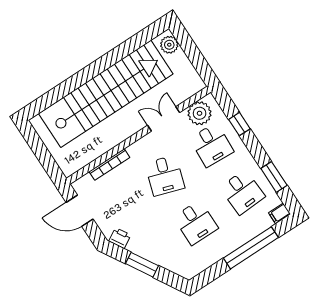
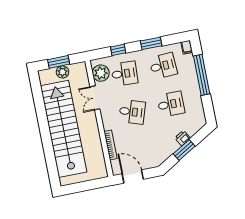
plant: (169, 45) -> (63, 72), moved
window: (192, 51) -> (59, 62), added
window: (274, 177) -> (151, 43), moved
door: (80, 211) -> (133, 176), swing flipped
printer: (120, 238) -> (183, 138), moved

